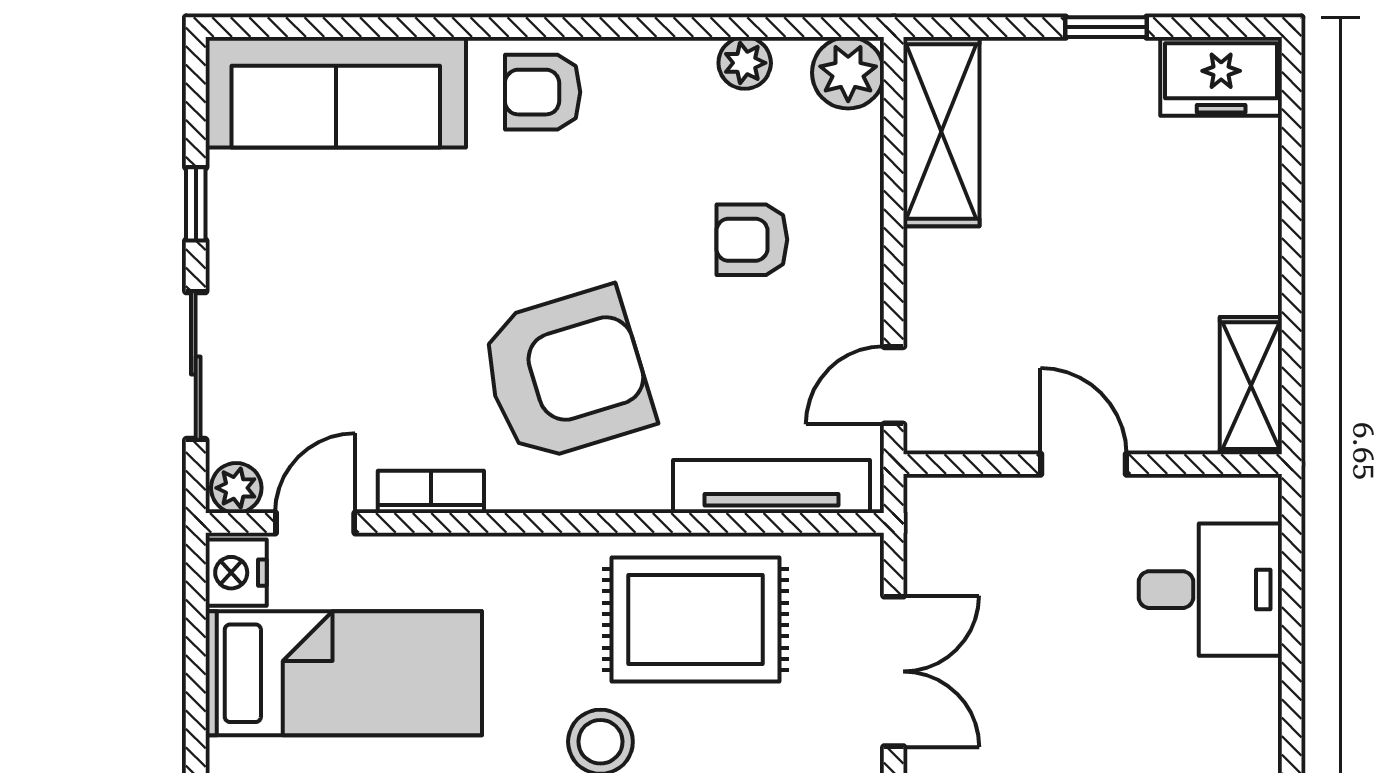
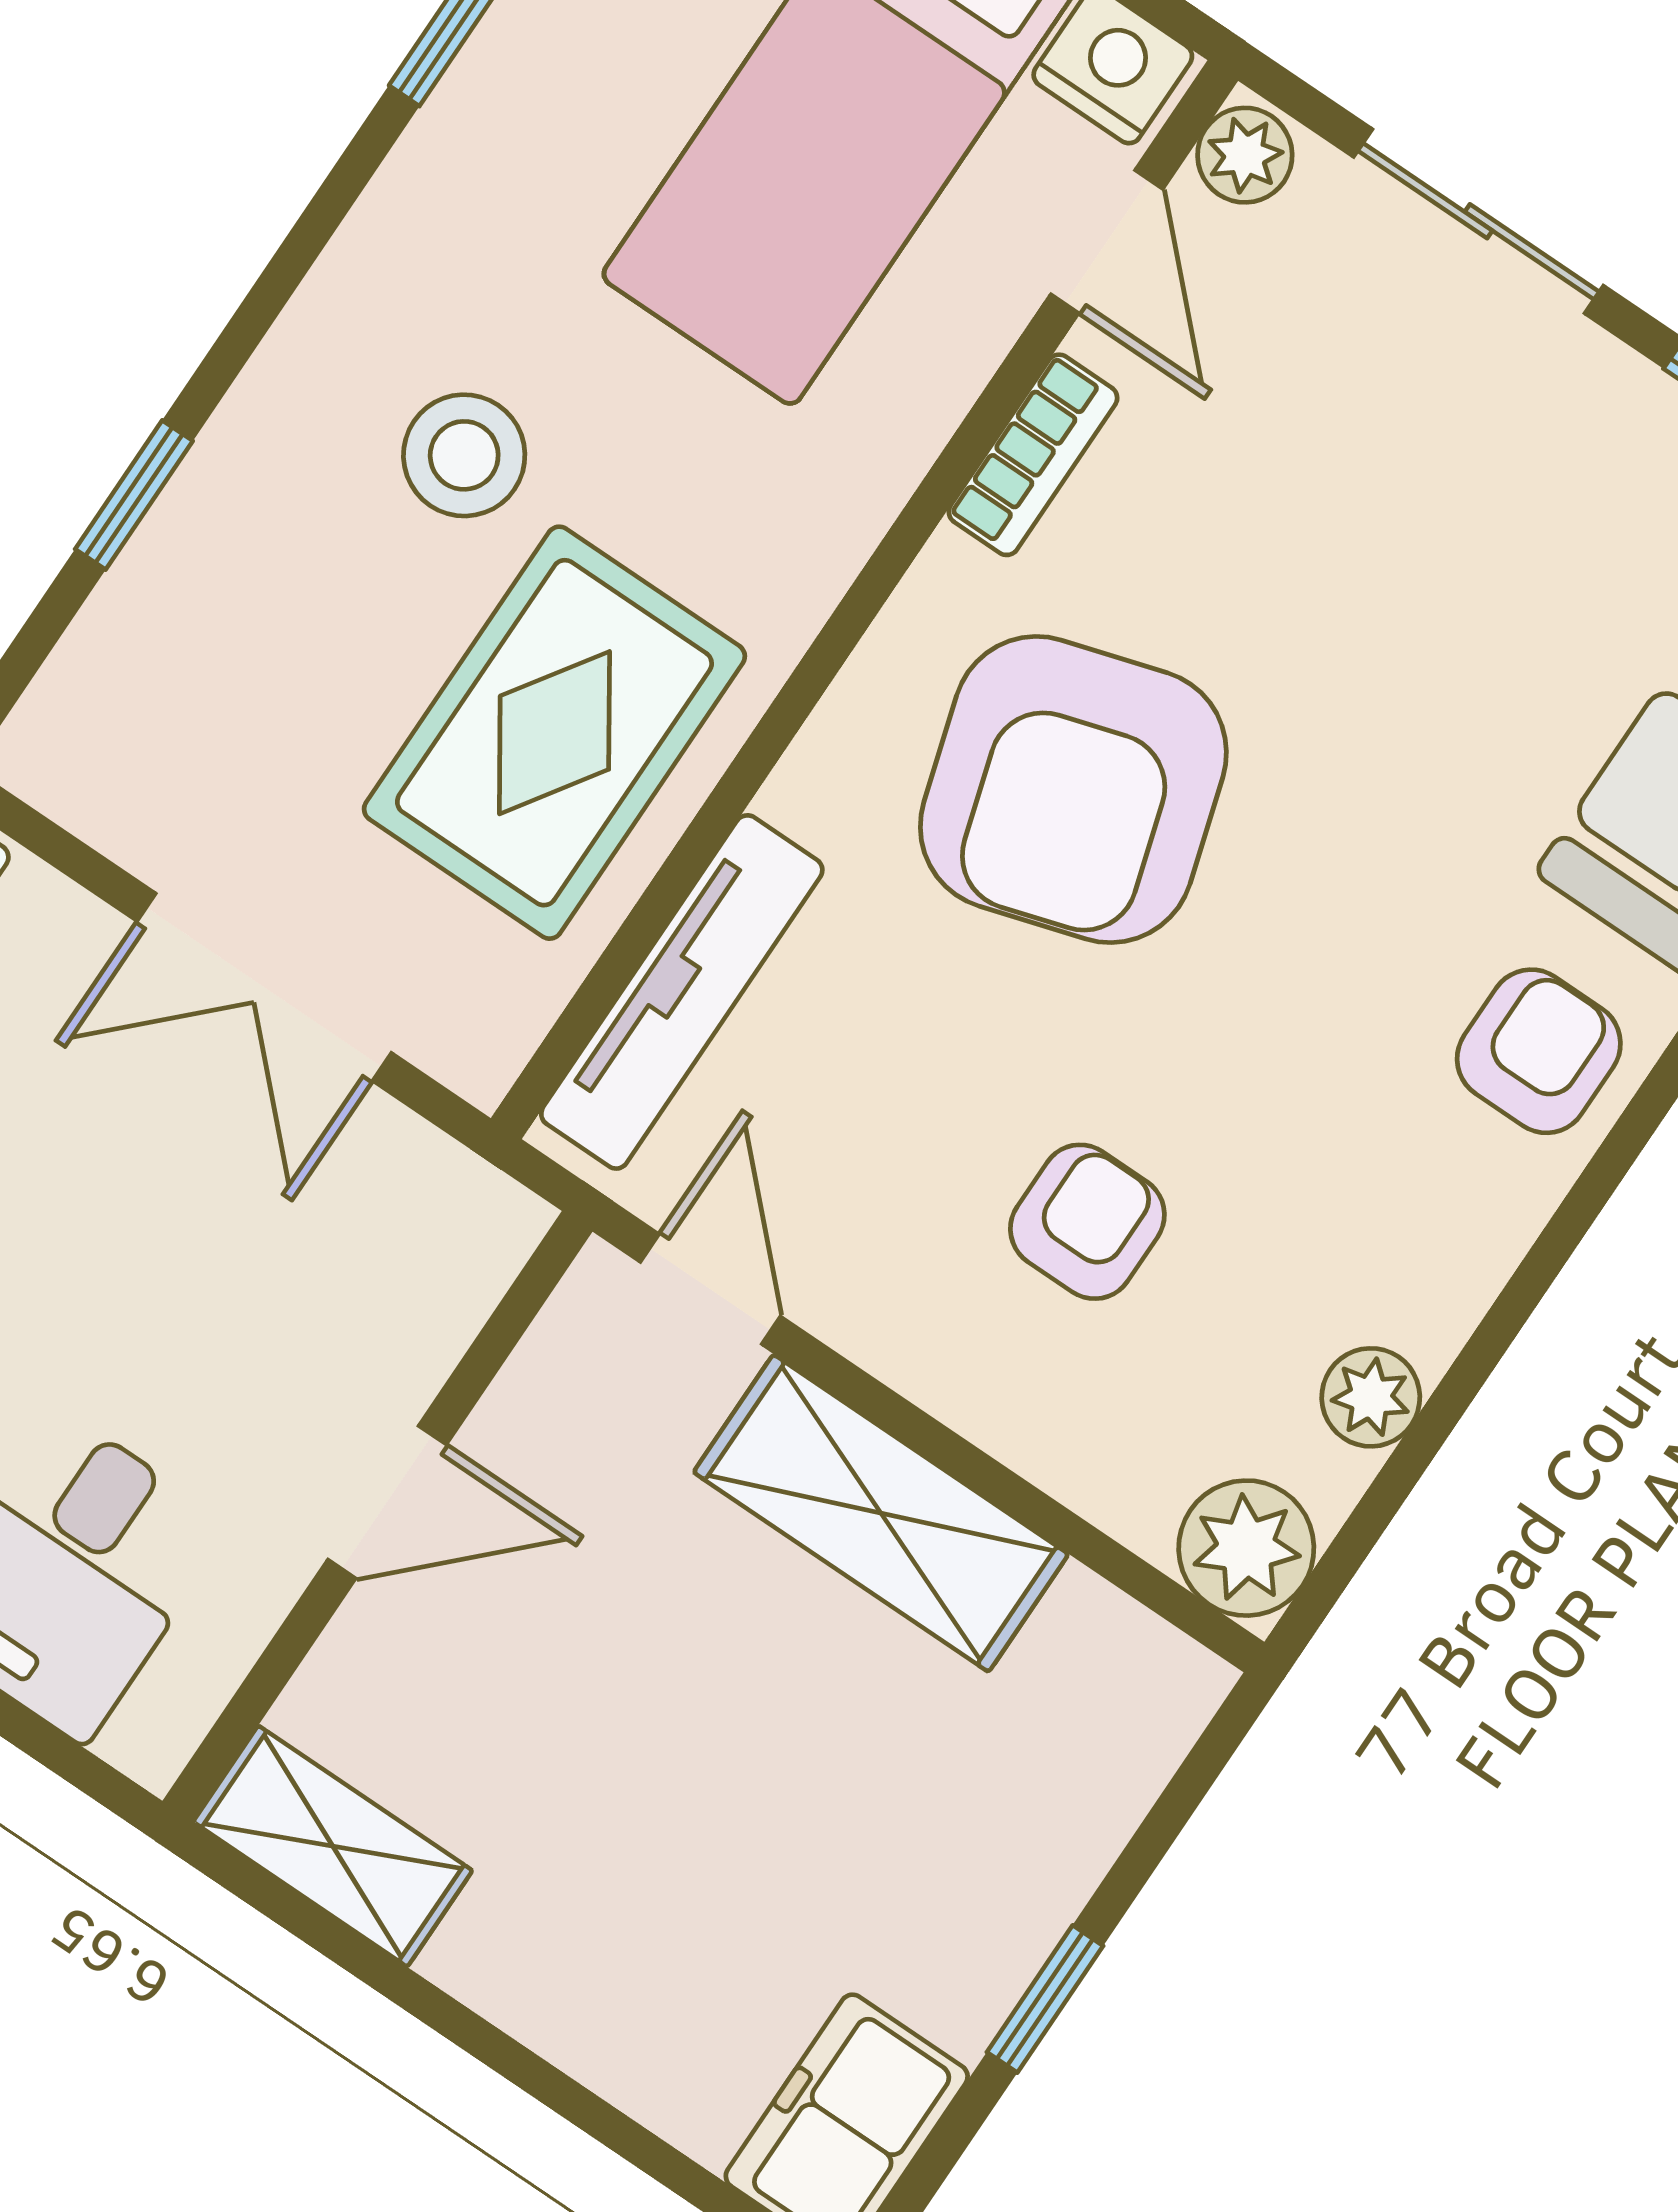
shelving: (941, 132) -> (881, 1513), moved

